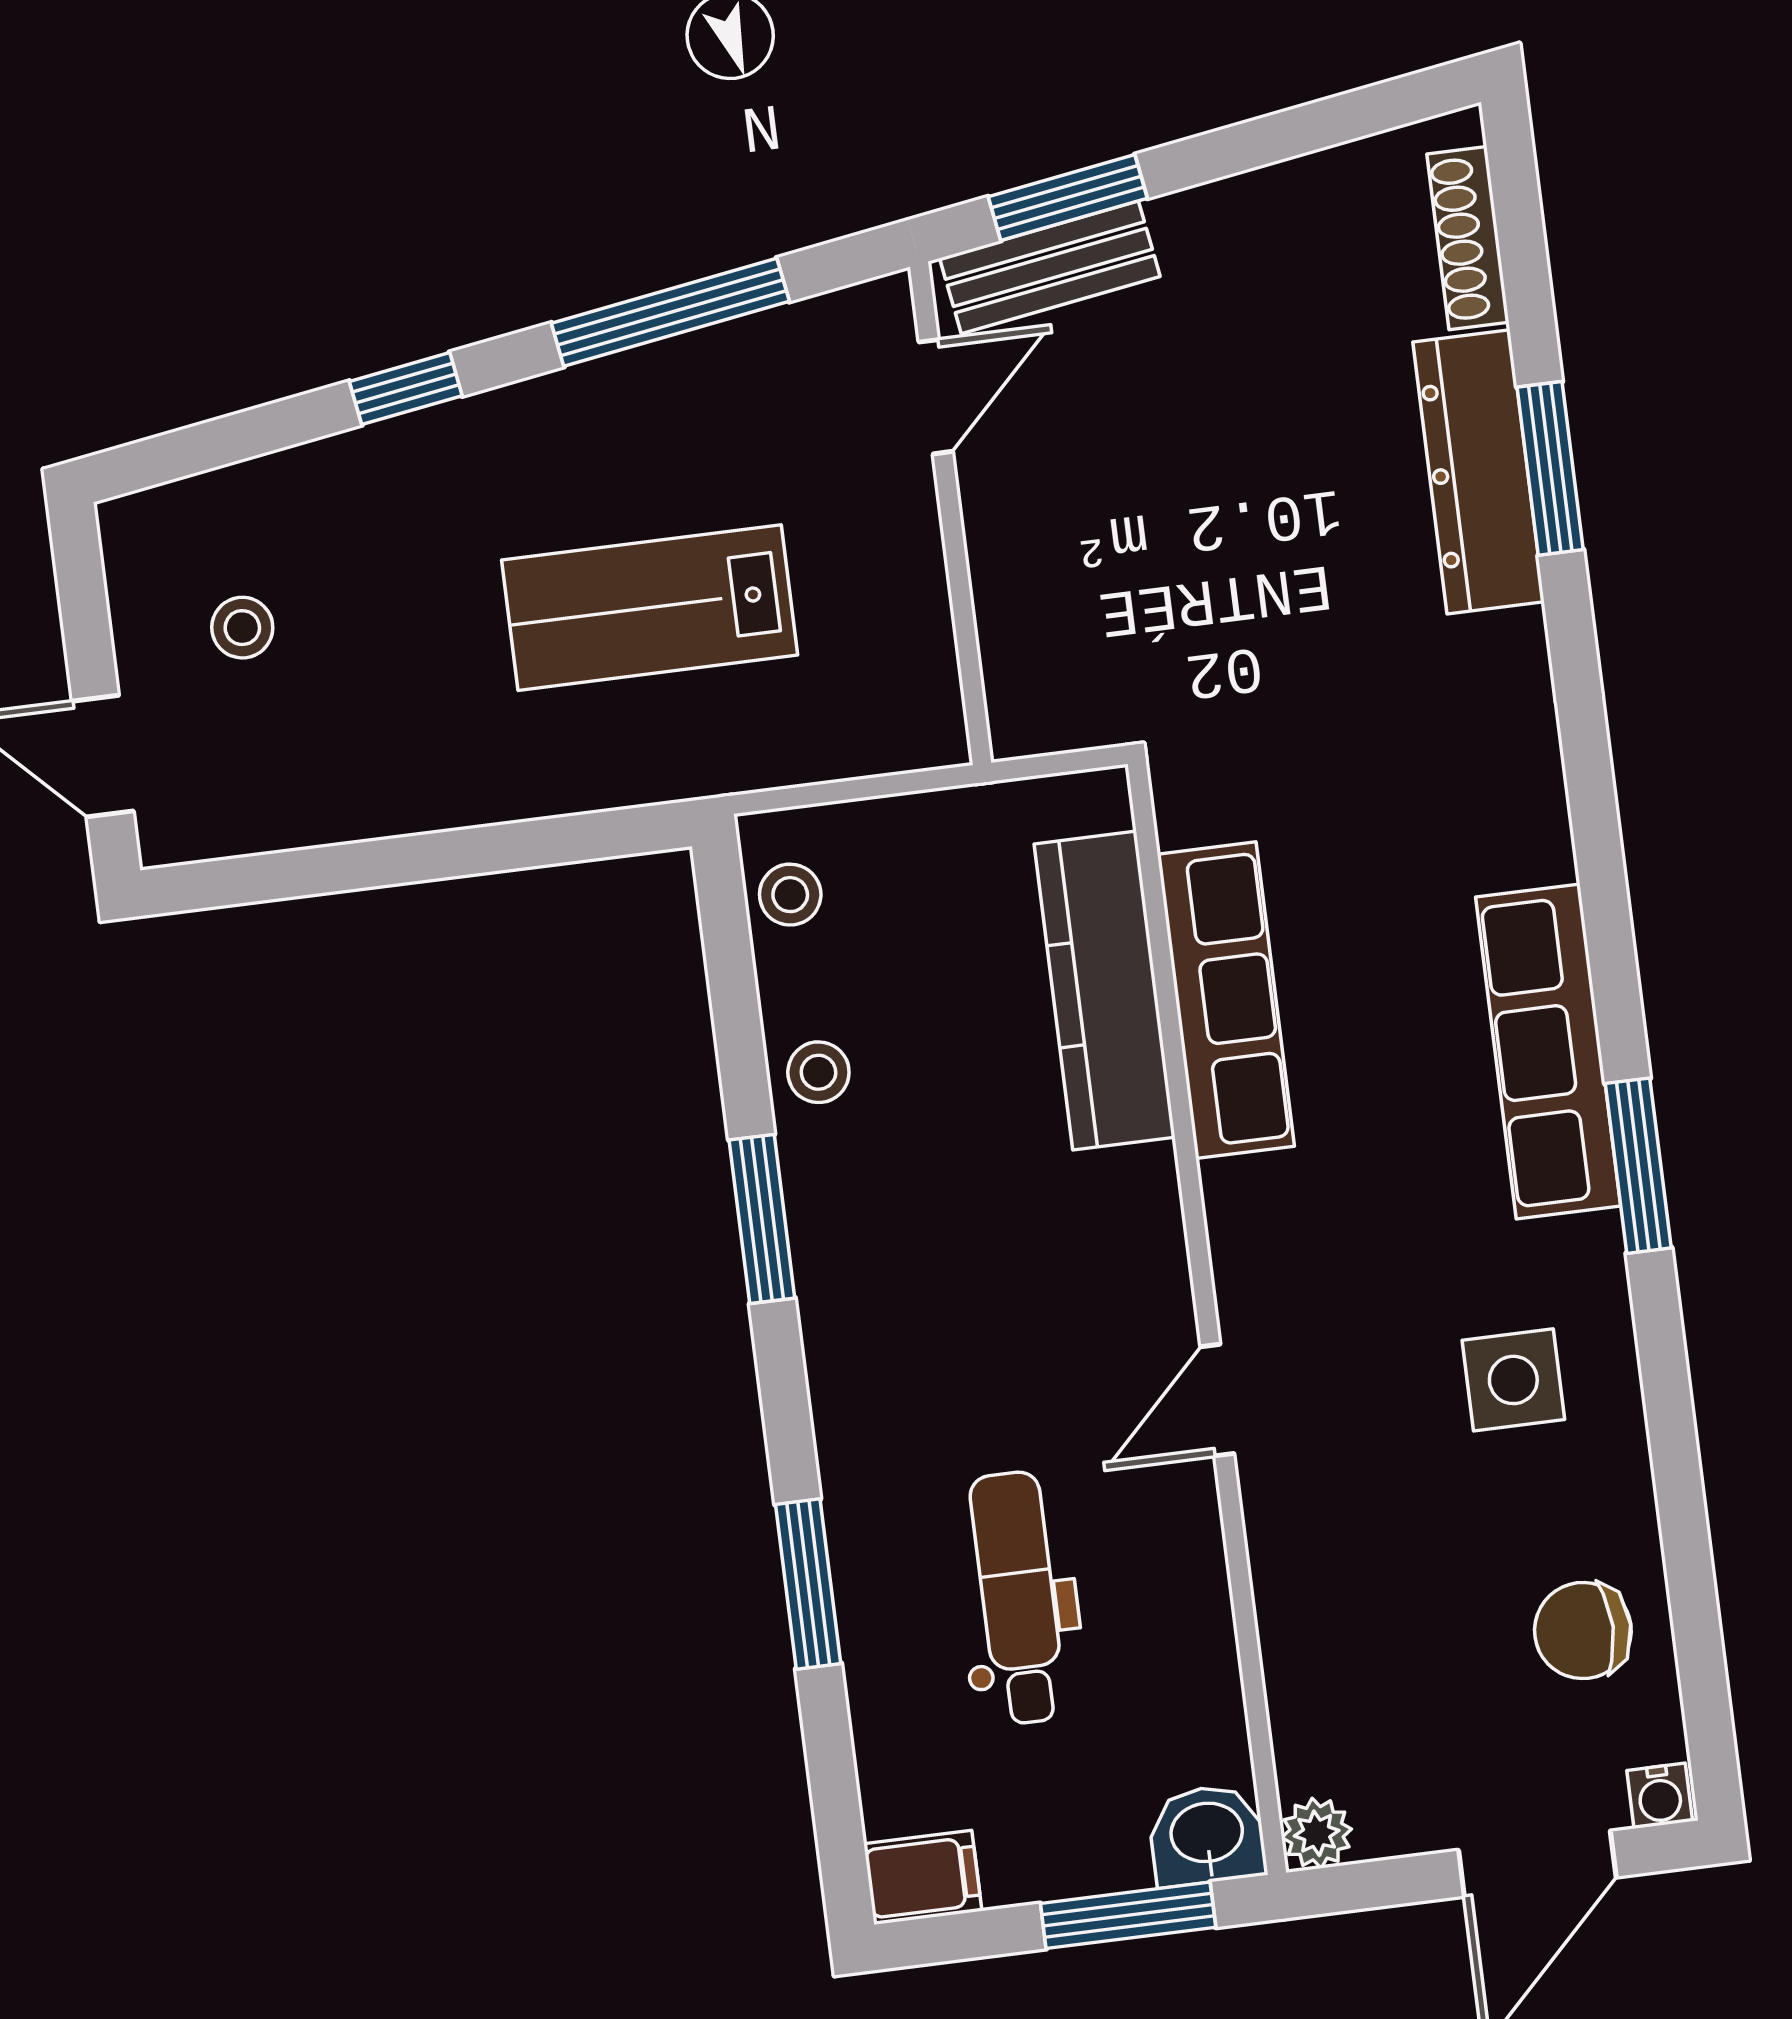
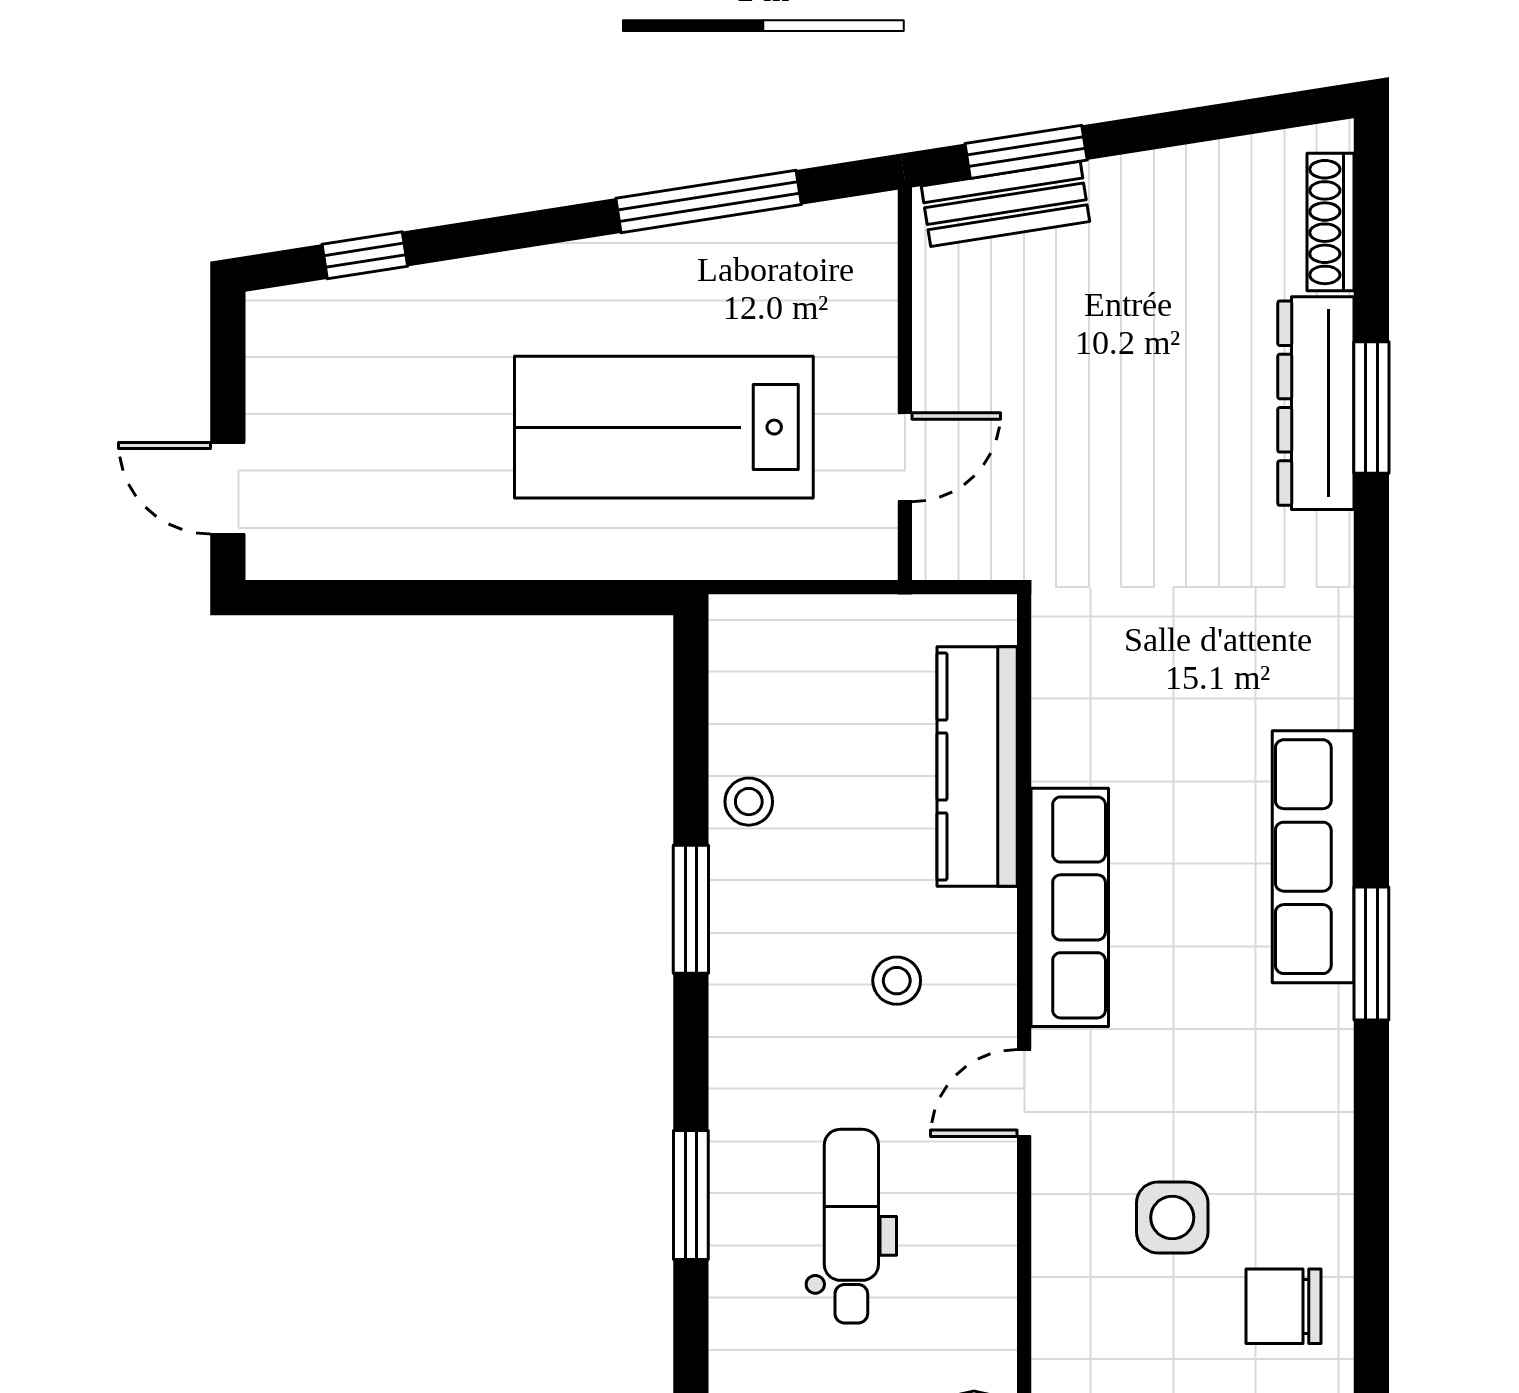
window: (406, 389) -> (365, 255), moved
door: (936, 397) -> (905, 457), moved
lab bench: (650, 608) -> (664, 427), width x1.36, depth x1.39
stool: (242, 628) -> (348, 403), removed
stool: (790, 895) -> (897, 981), moved
row of seats: (1226, 1000) -> (1070, 907), moved
side table: (1513, 1380) -> (1172, 1217), moved

